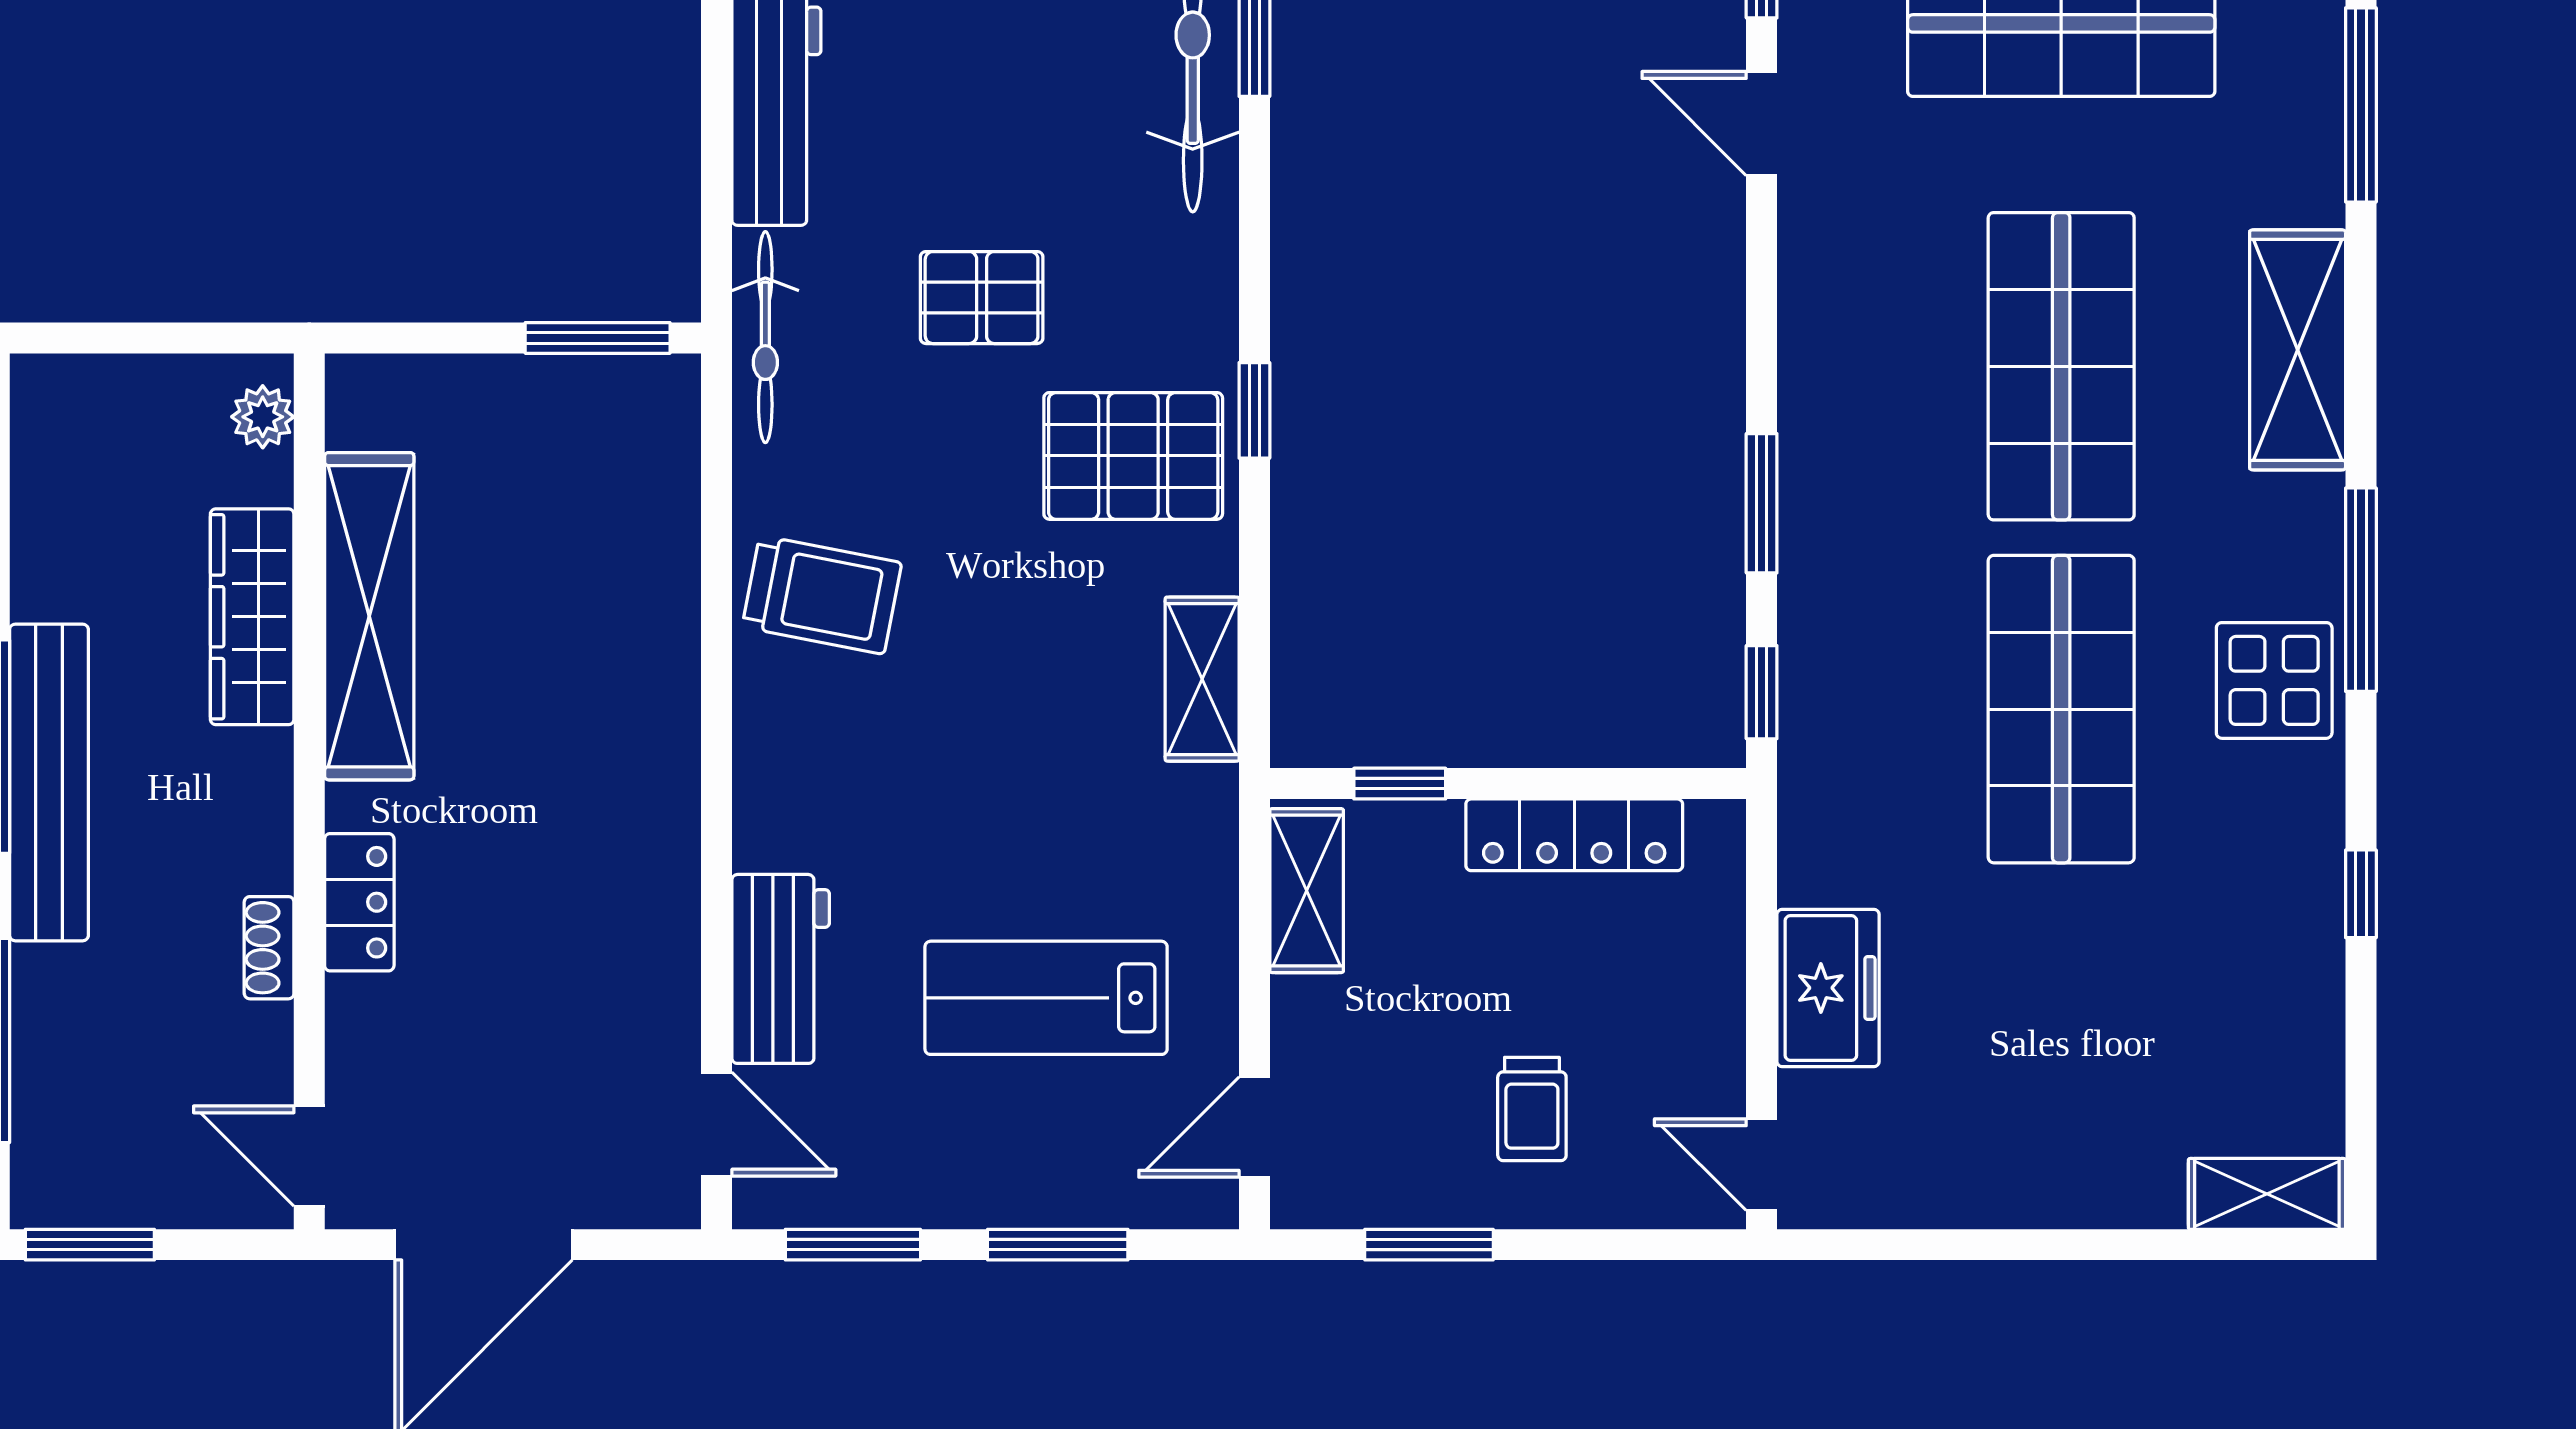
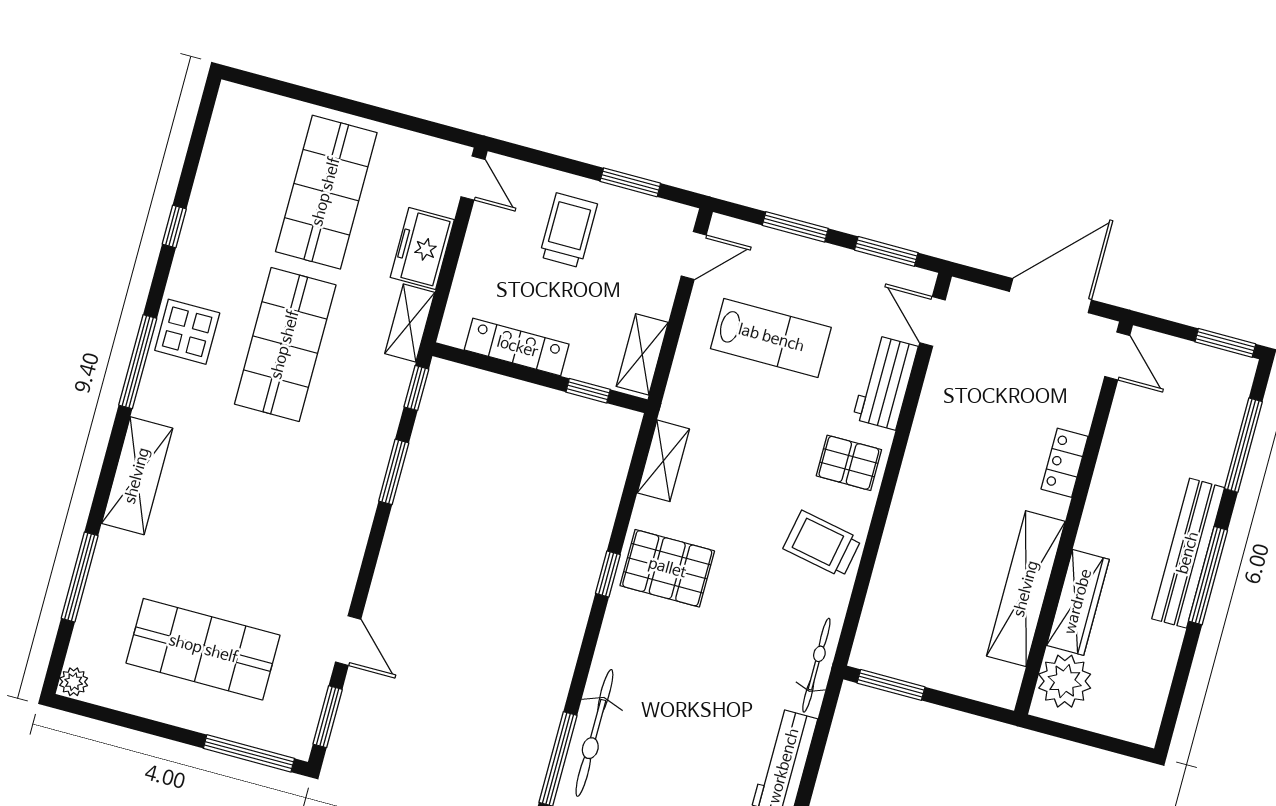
pallet: (982, 298) -> (849, 463), moved
shop shelf: (2061, 366) -> (326, 192), moved
plant: (263, 417) -> (1065, 681), width x1.88, depth x1.88
shoe rack: (269, 948) -> (1110, 453), removed
trolley: (1532, 1109) -> (568, 230), width x1.36, depth x1.39
shelving: (2267, 1194) -> (410, 323), moved, turned 90

